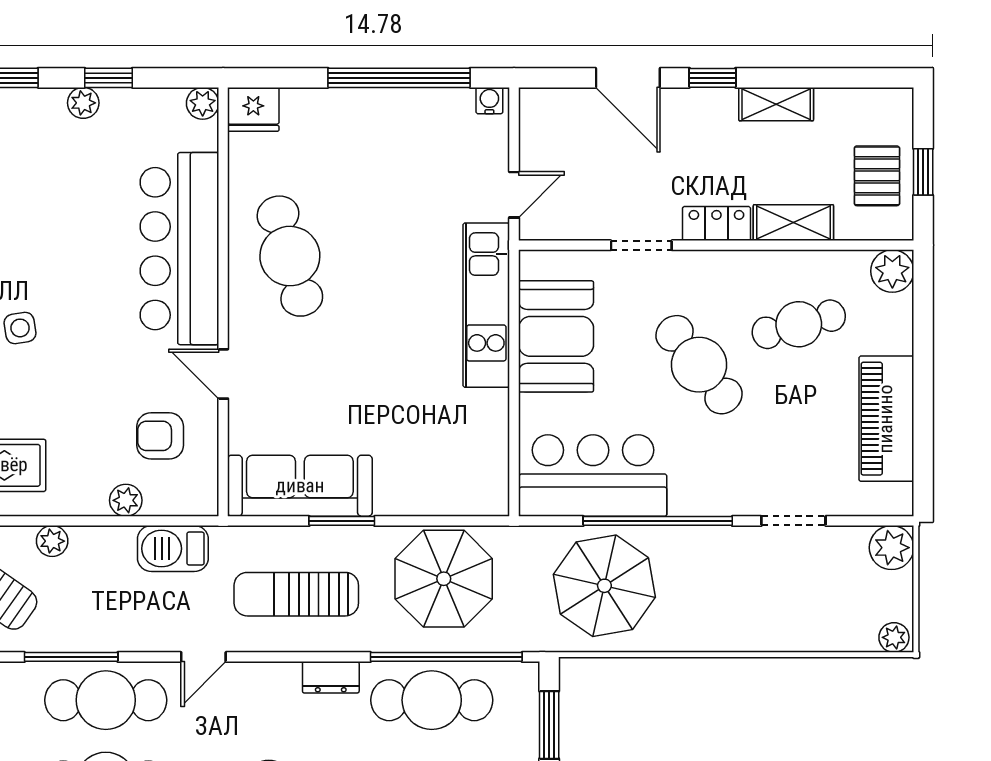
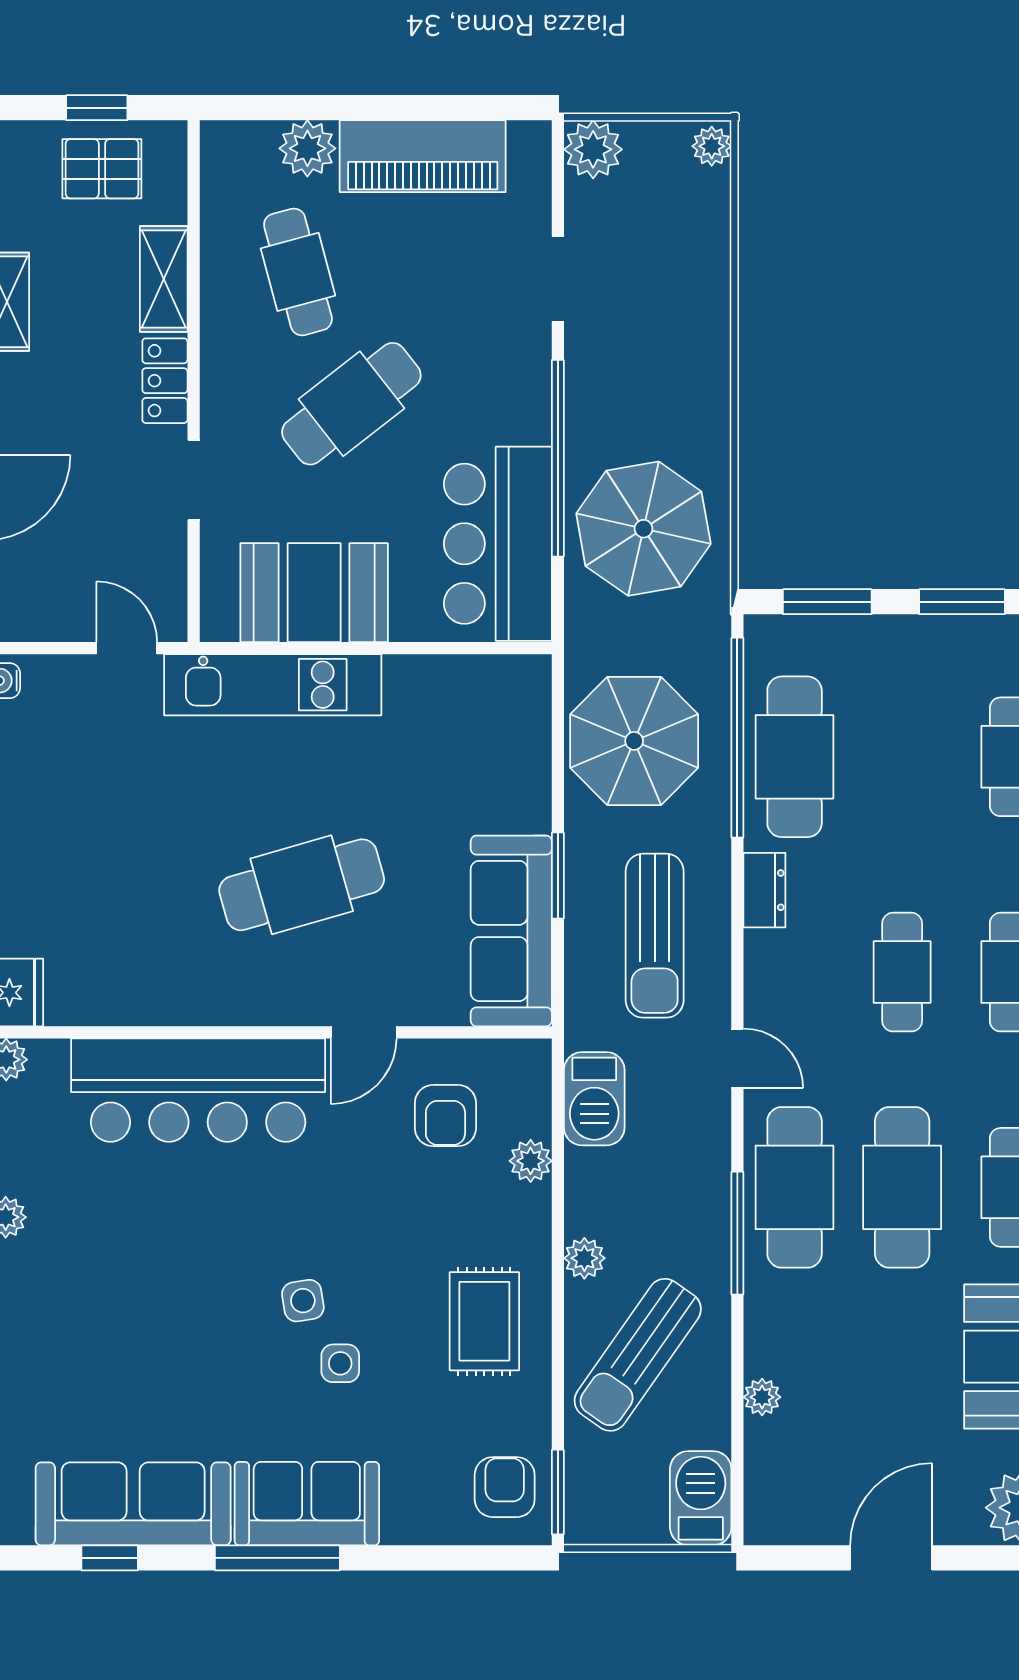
cafe table: (290, 256) -> (302, 885), moved
plant: (892, 271) -> (307, 148), moved

